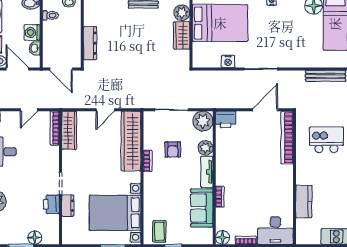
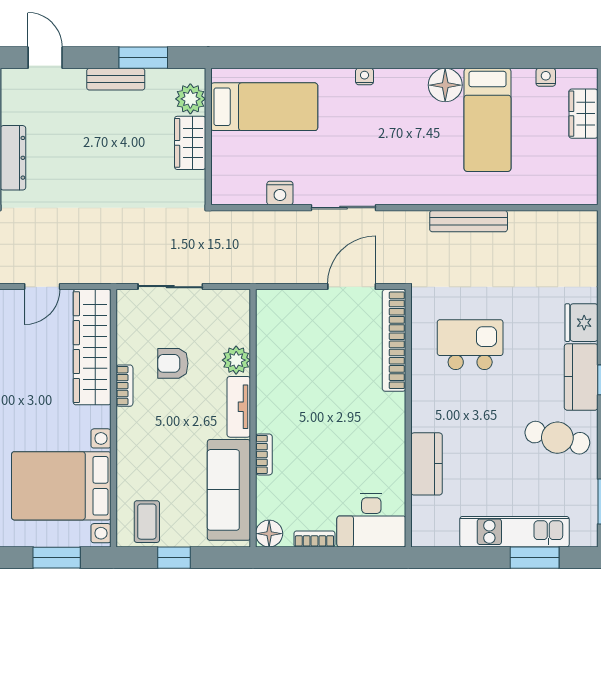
bed: (220, 23) -> (264, 107), width x0.67
printer: (226, 119) -> (275, 305), removed
plant: (203, 121) -> (231, 308), removed
armchair: (173, 149) -> (173, 363), turned 90
sofa: (202, 208) -> (229, 490), width x1.36

